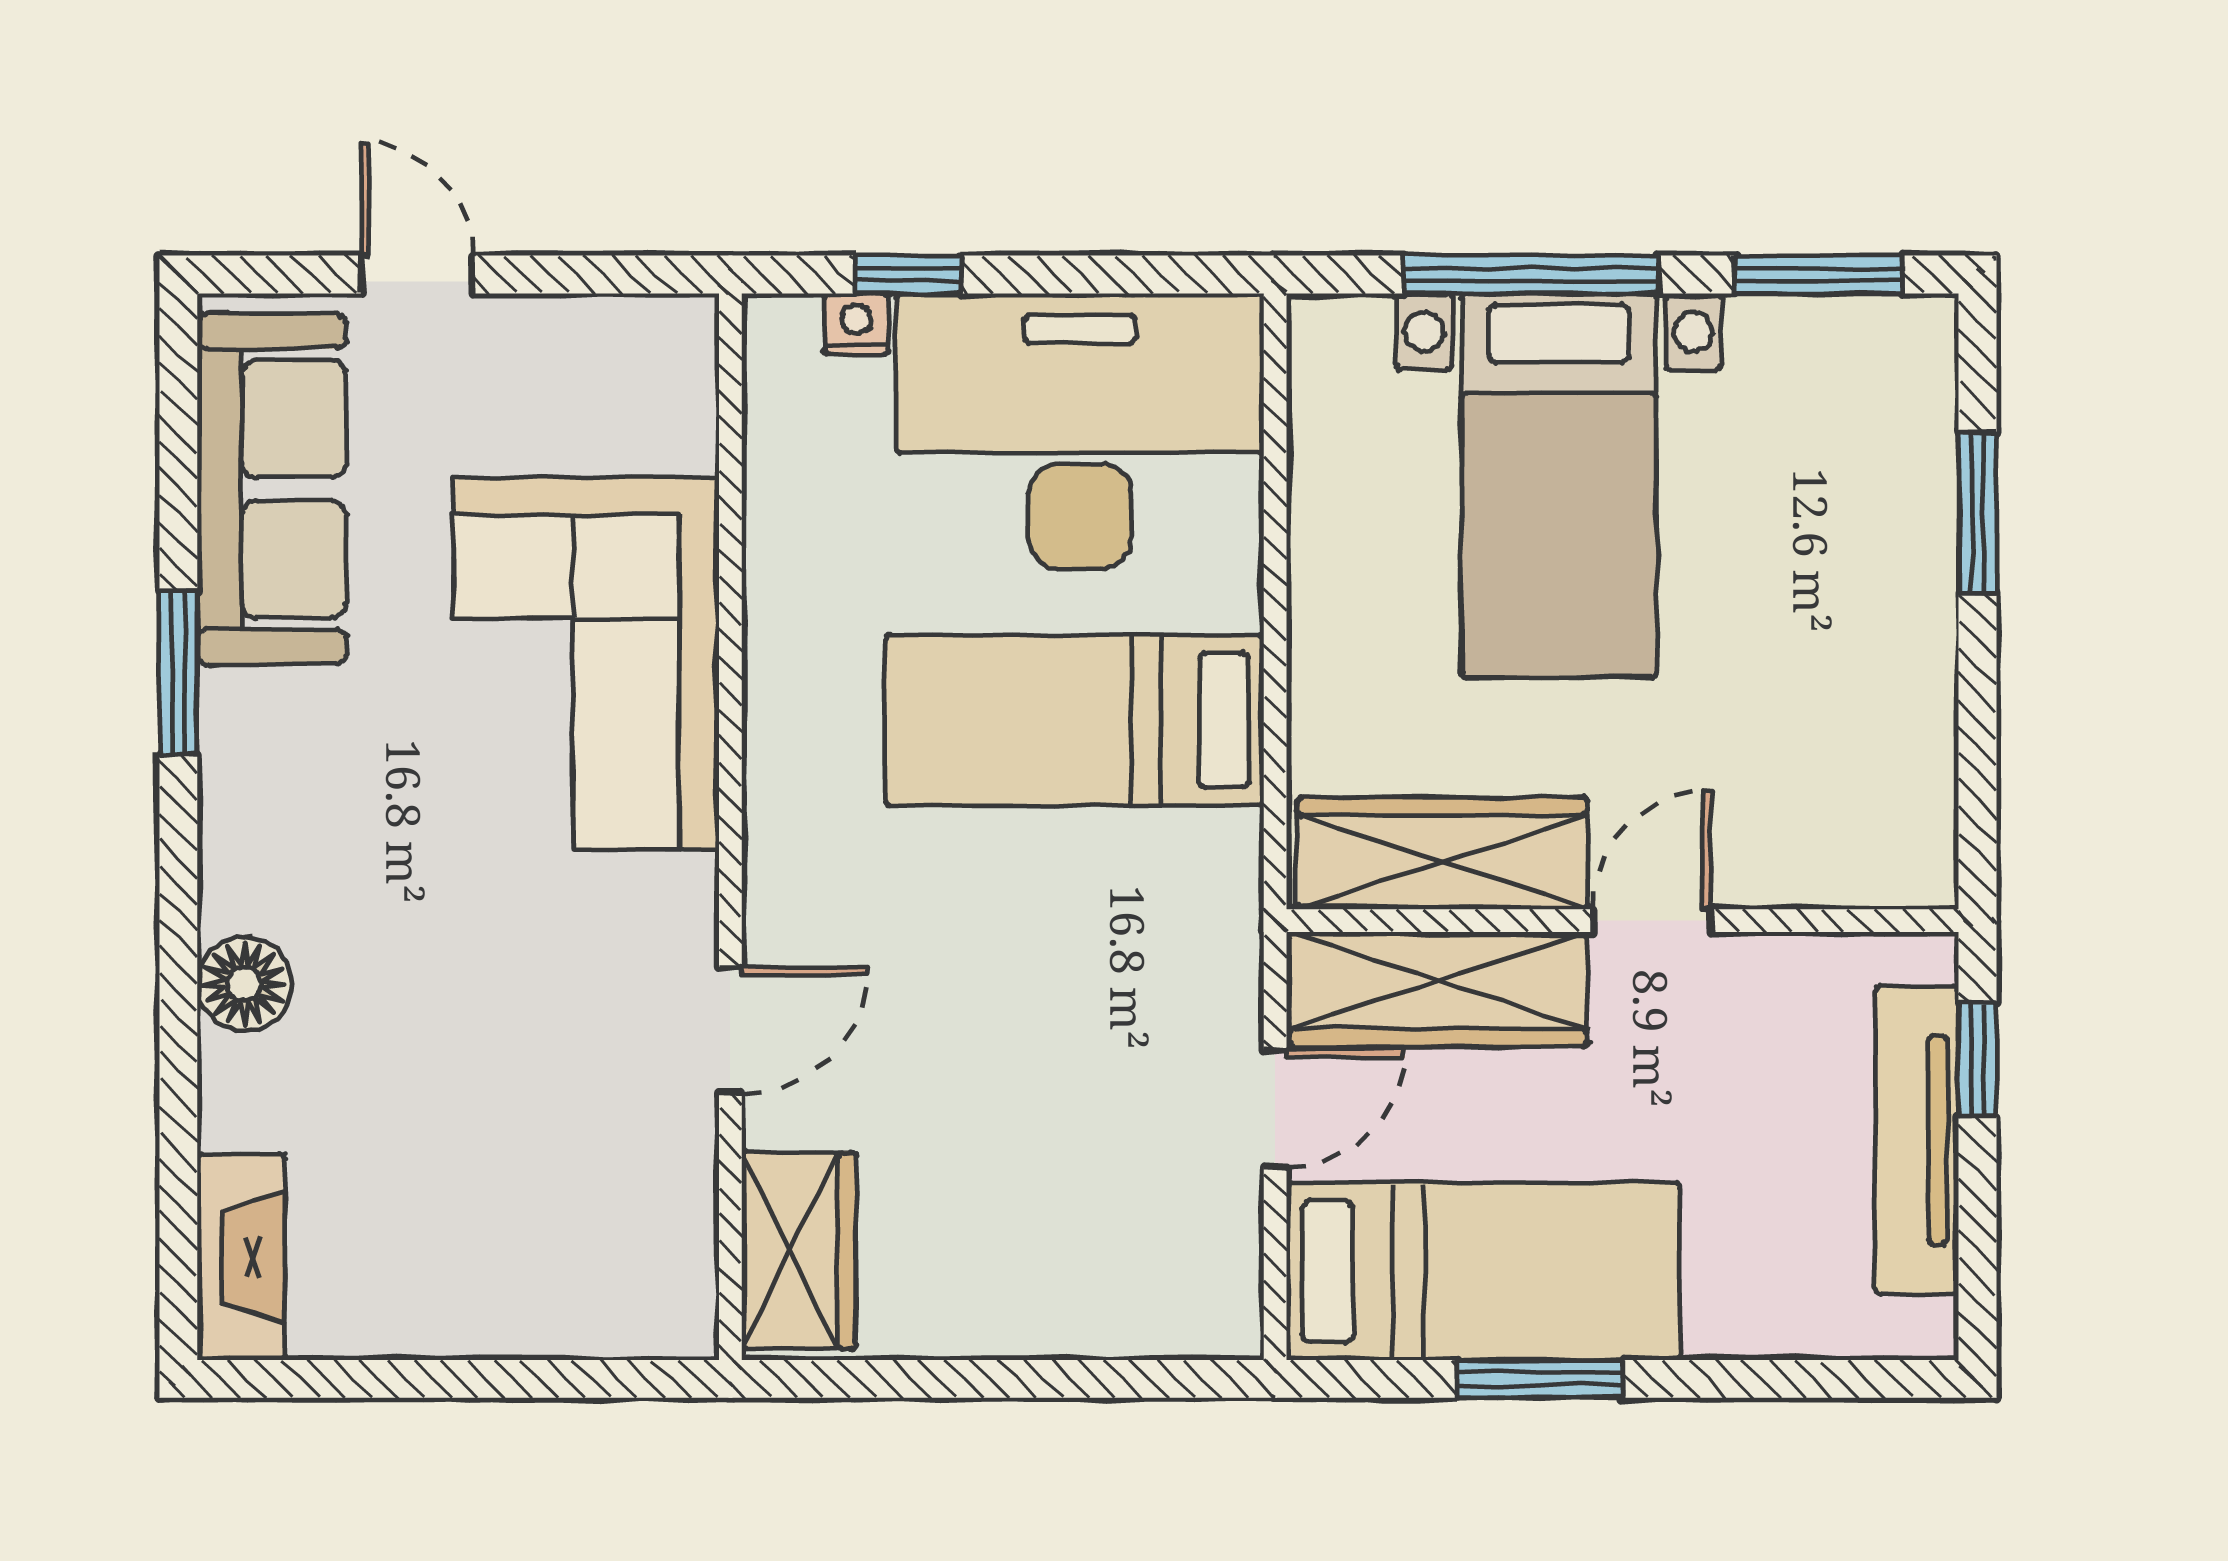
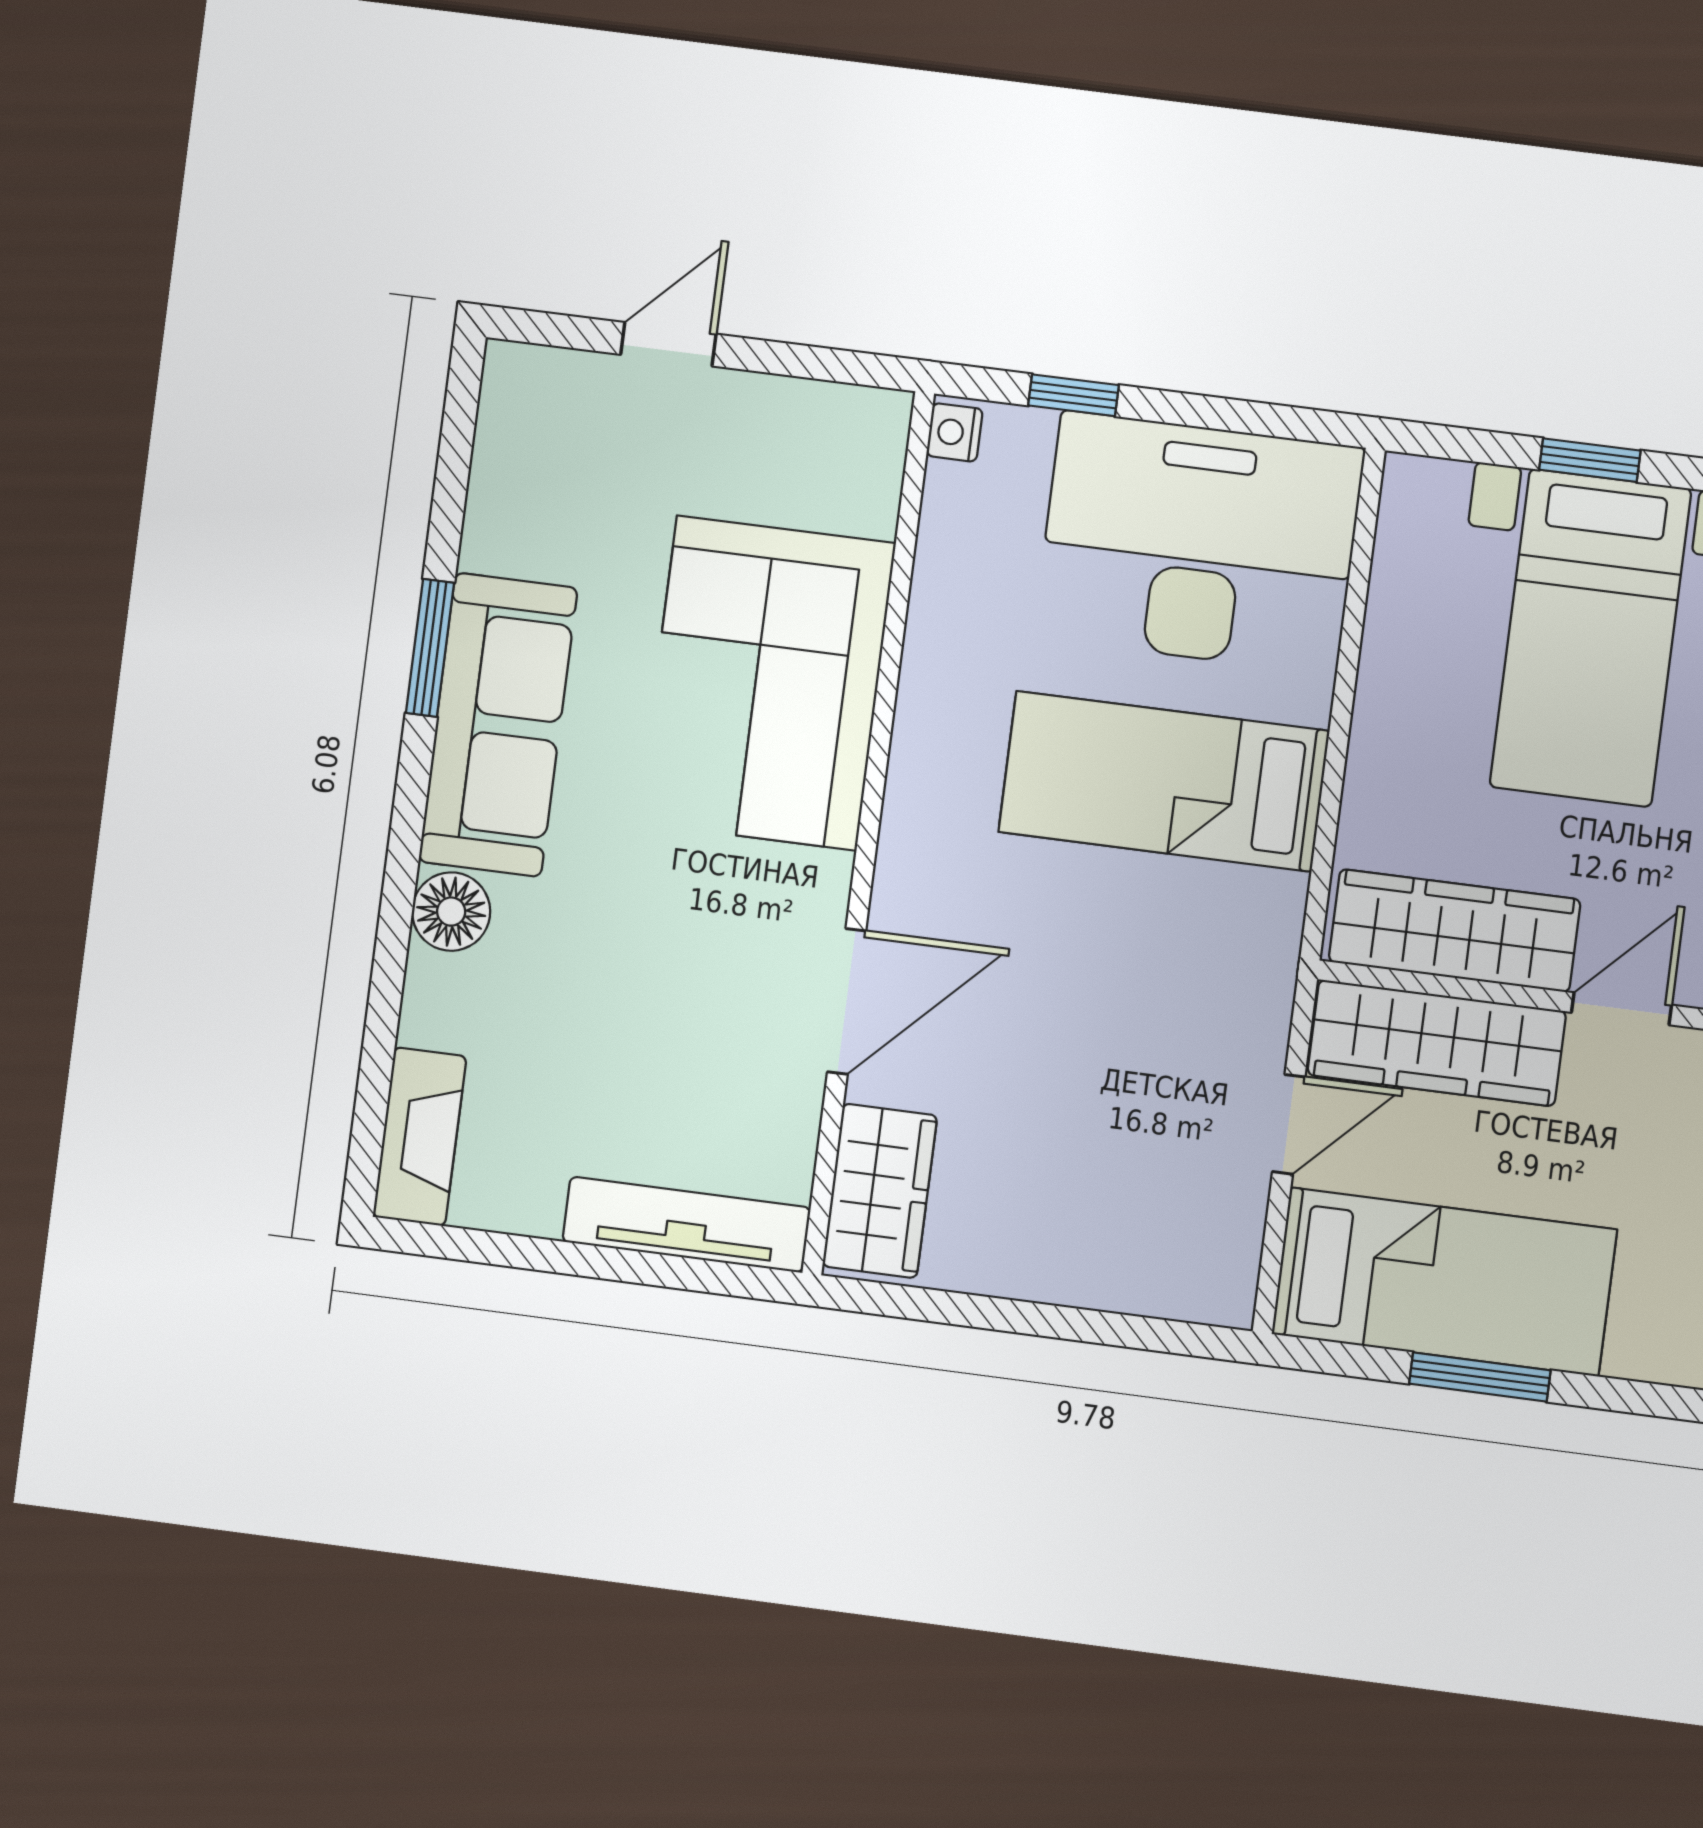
door: (417, 274) -> (668, 344), hinge flipped
window: (1531, 274) -> (1590, 460), width x0.46
nightstand: (856, 324) -> (955, 432), moved, turned -90
sofa: (272, 489) -> (498, 725), moved
door: (730, 1030) -> (847, 1001), width x1.38
tv unit: (573, 1321) -> (686, 1225), added

